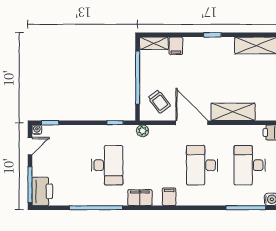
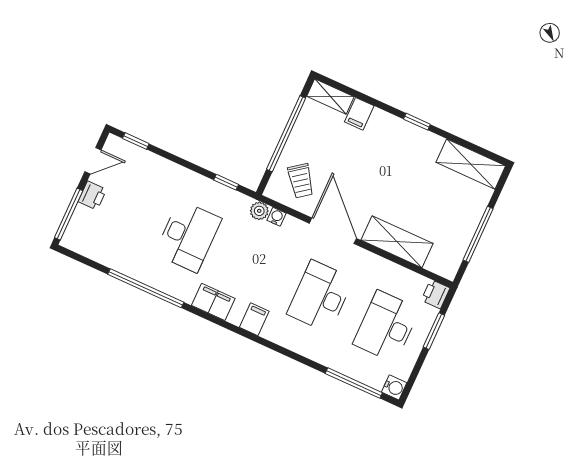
water cooler: (37, 130) -> (277, 217), moved
printer: (42, 191) -> (92, 195), moved, width x0.53, depth x0.68

